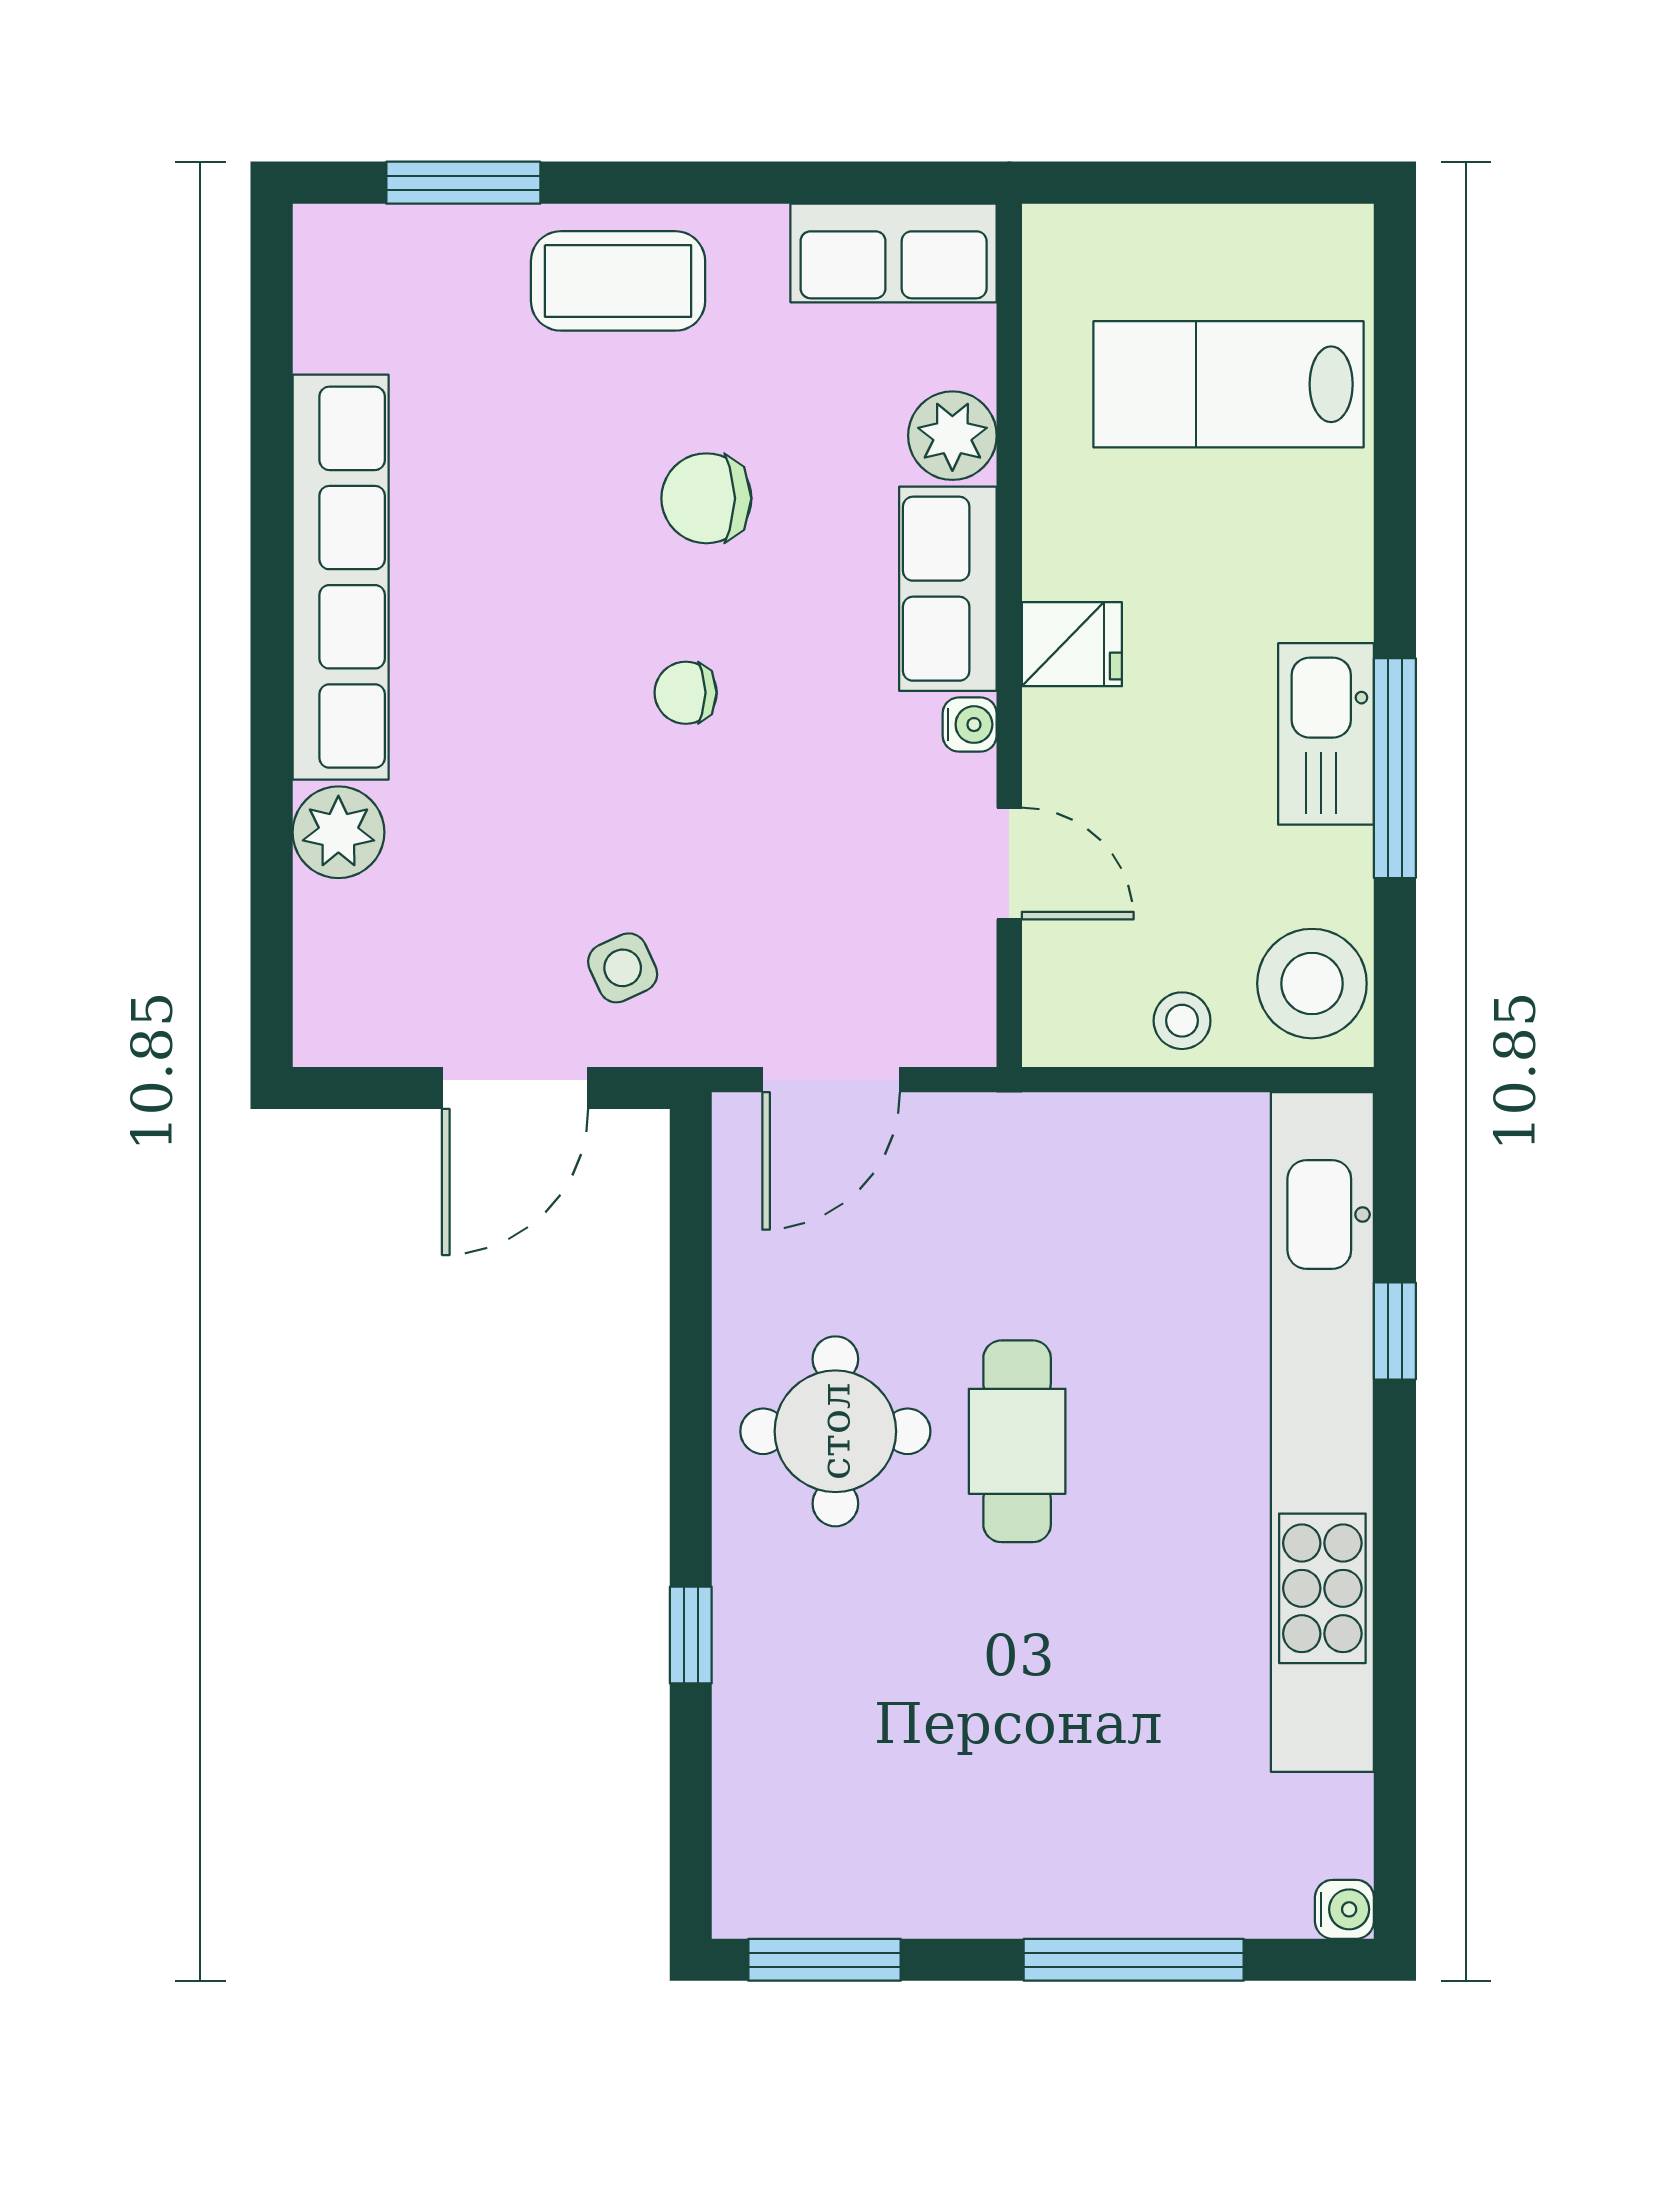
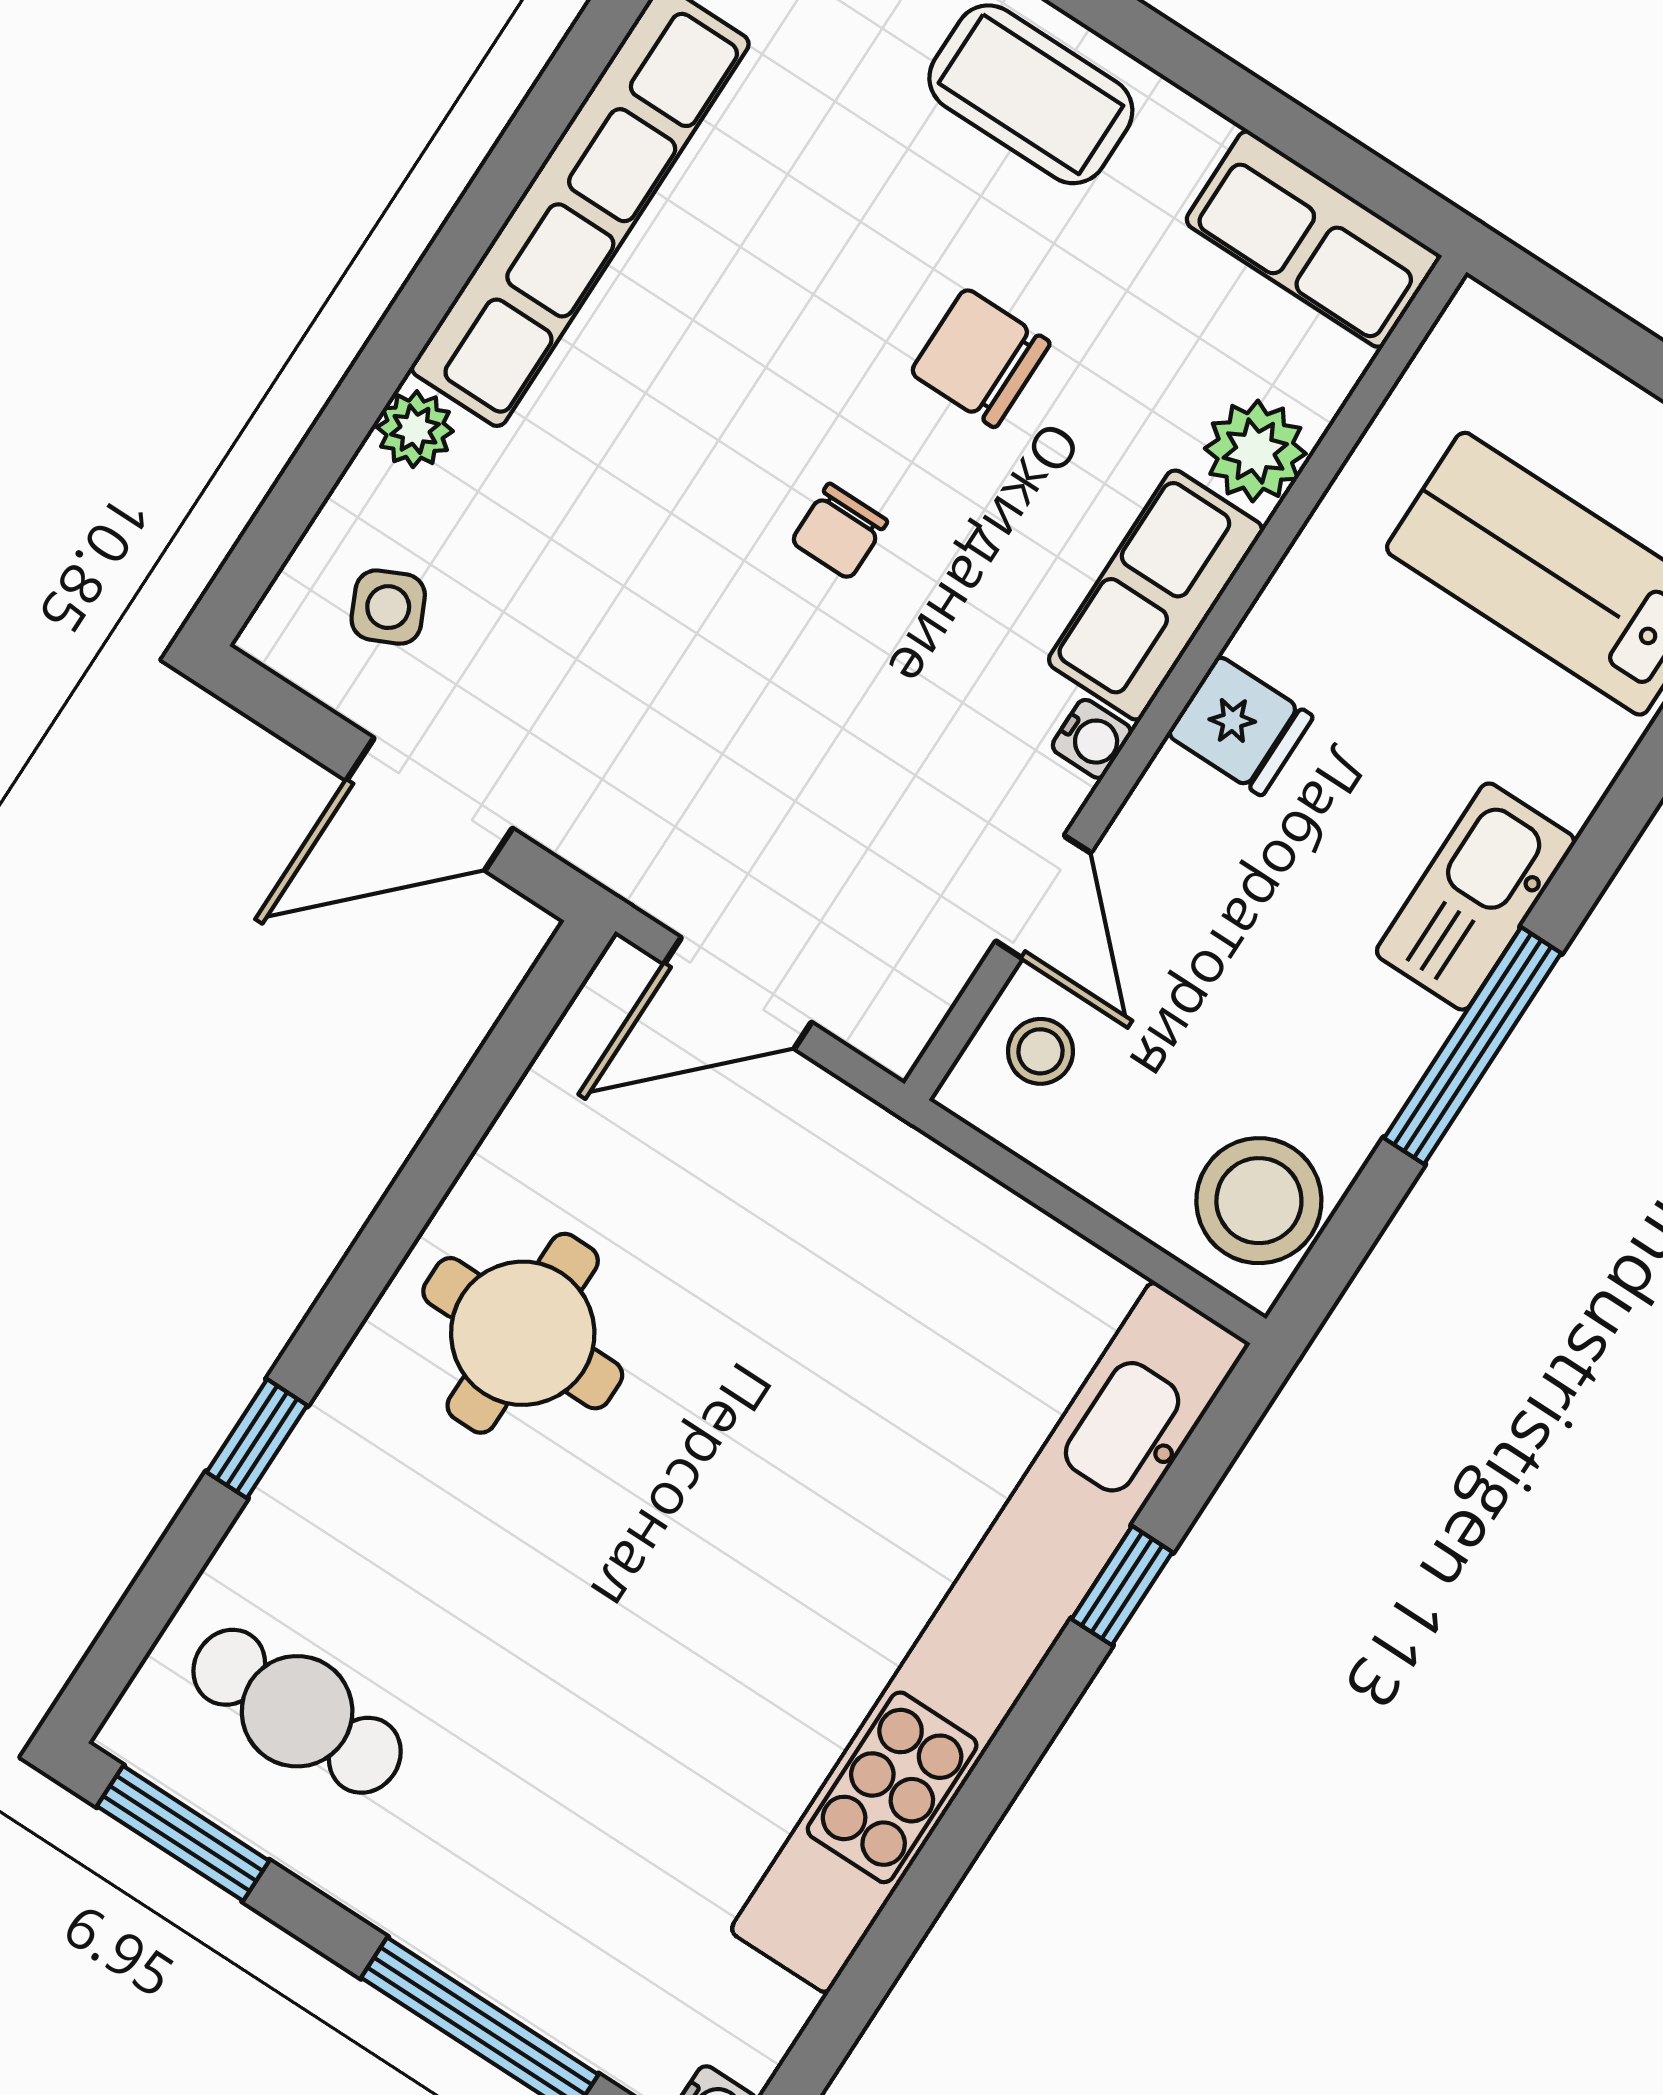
chair: (686, 693) -> (839, 531), turned -90
kitchen sink: (1326, 734) -> (1476, 897), moved
plant: (338, 832) -> (415, 429), width x0.73, depth x0.73
side table: (623, 968) -> (388, 607), moved
stool: (1182, 1021) -> (1040, 1051), moved
cafe table: (1017, 1441) -> (297, 1711), moved, turned 90

